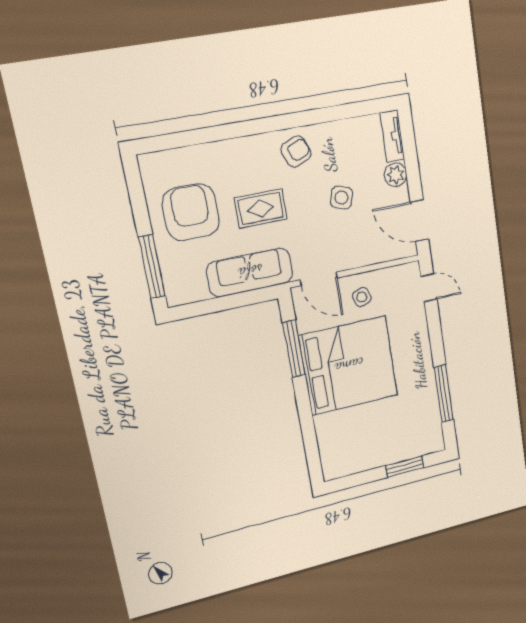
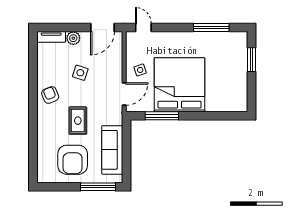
armchair: (191, 212) -> (73, 160), turned -90
sofa: (250, 272) -> (112, 150), moved
door: (429, 288) -> (143, 27), hinge flipped

